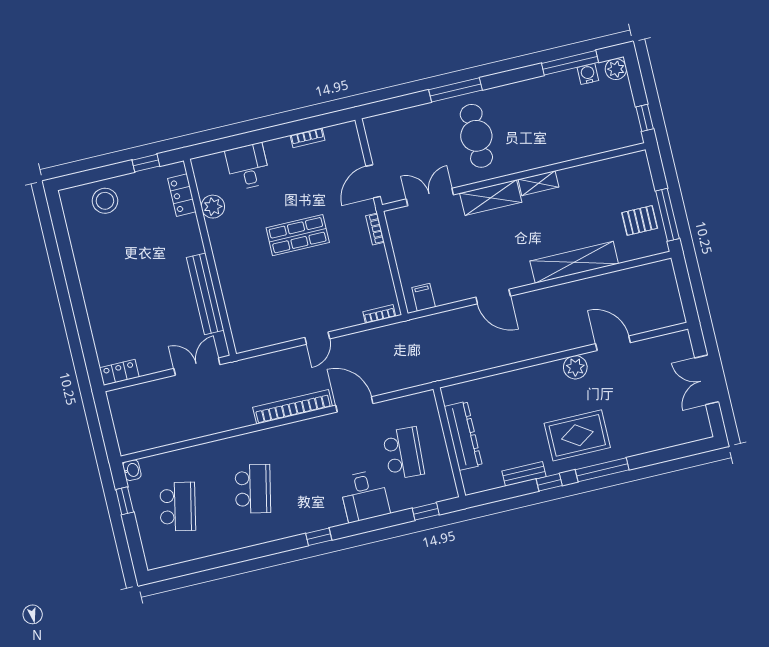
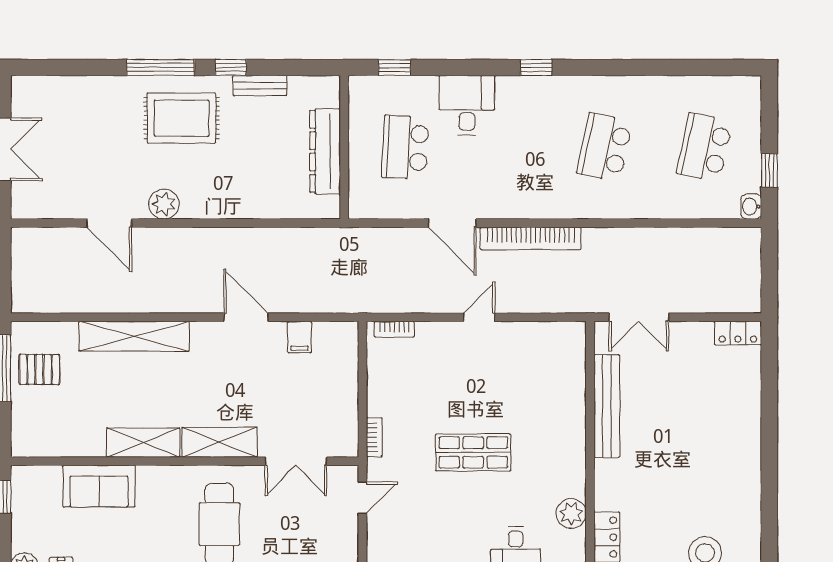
sofa: (574, 143) -> (99, 486), added
door: (373, 181) -> (362, 498), width x0.73
shelving: (538, 183) -> (143, 443), width x1.50, depth x1.33
filing cabinet: (424, 297) -> (300, 337), moved

